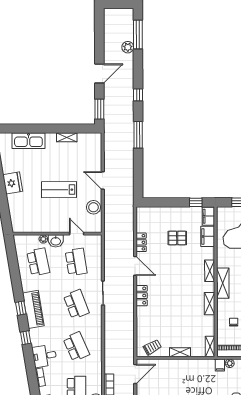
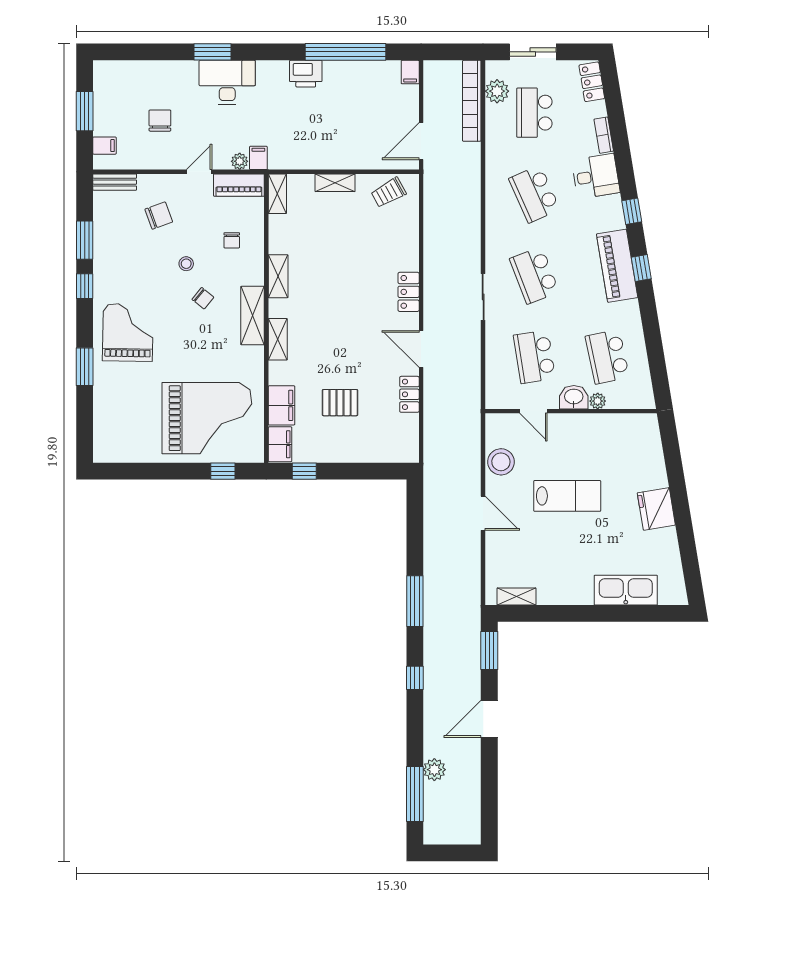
shelving: (67, 137) -> (516, 597), moved

